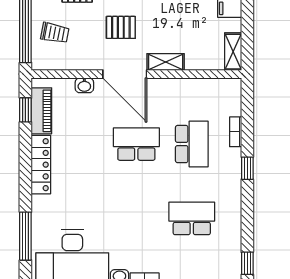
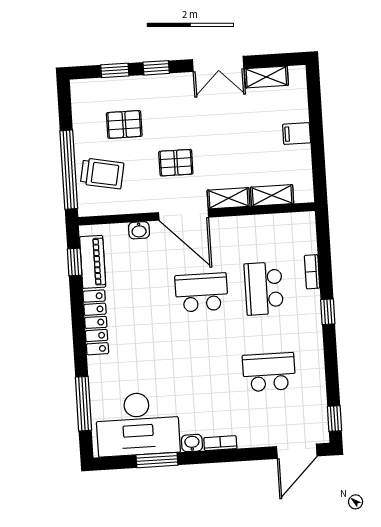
trolley: (55, 33) -> (102, 173), width x1.36, depth x1.39
shelving: (233, 52) -> (272, 195), moved, turned 90
school desk: (192, 144) -> (264, 289), turned 180

